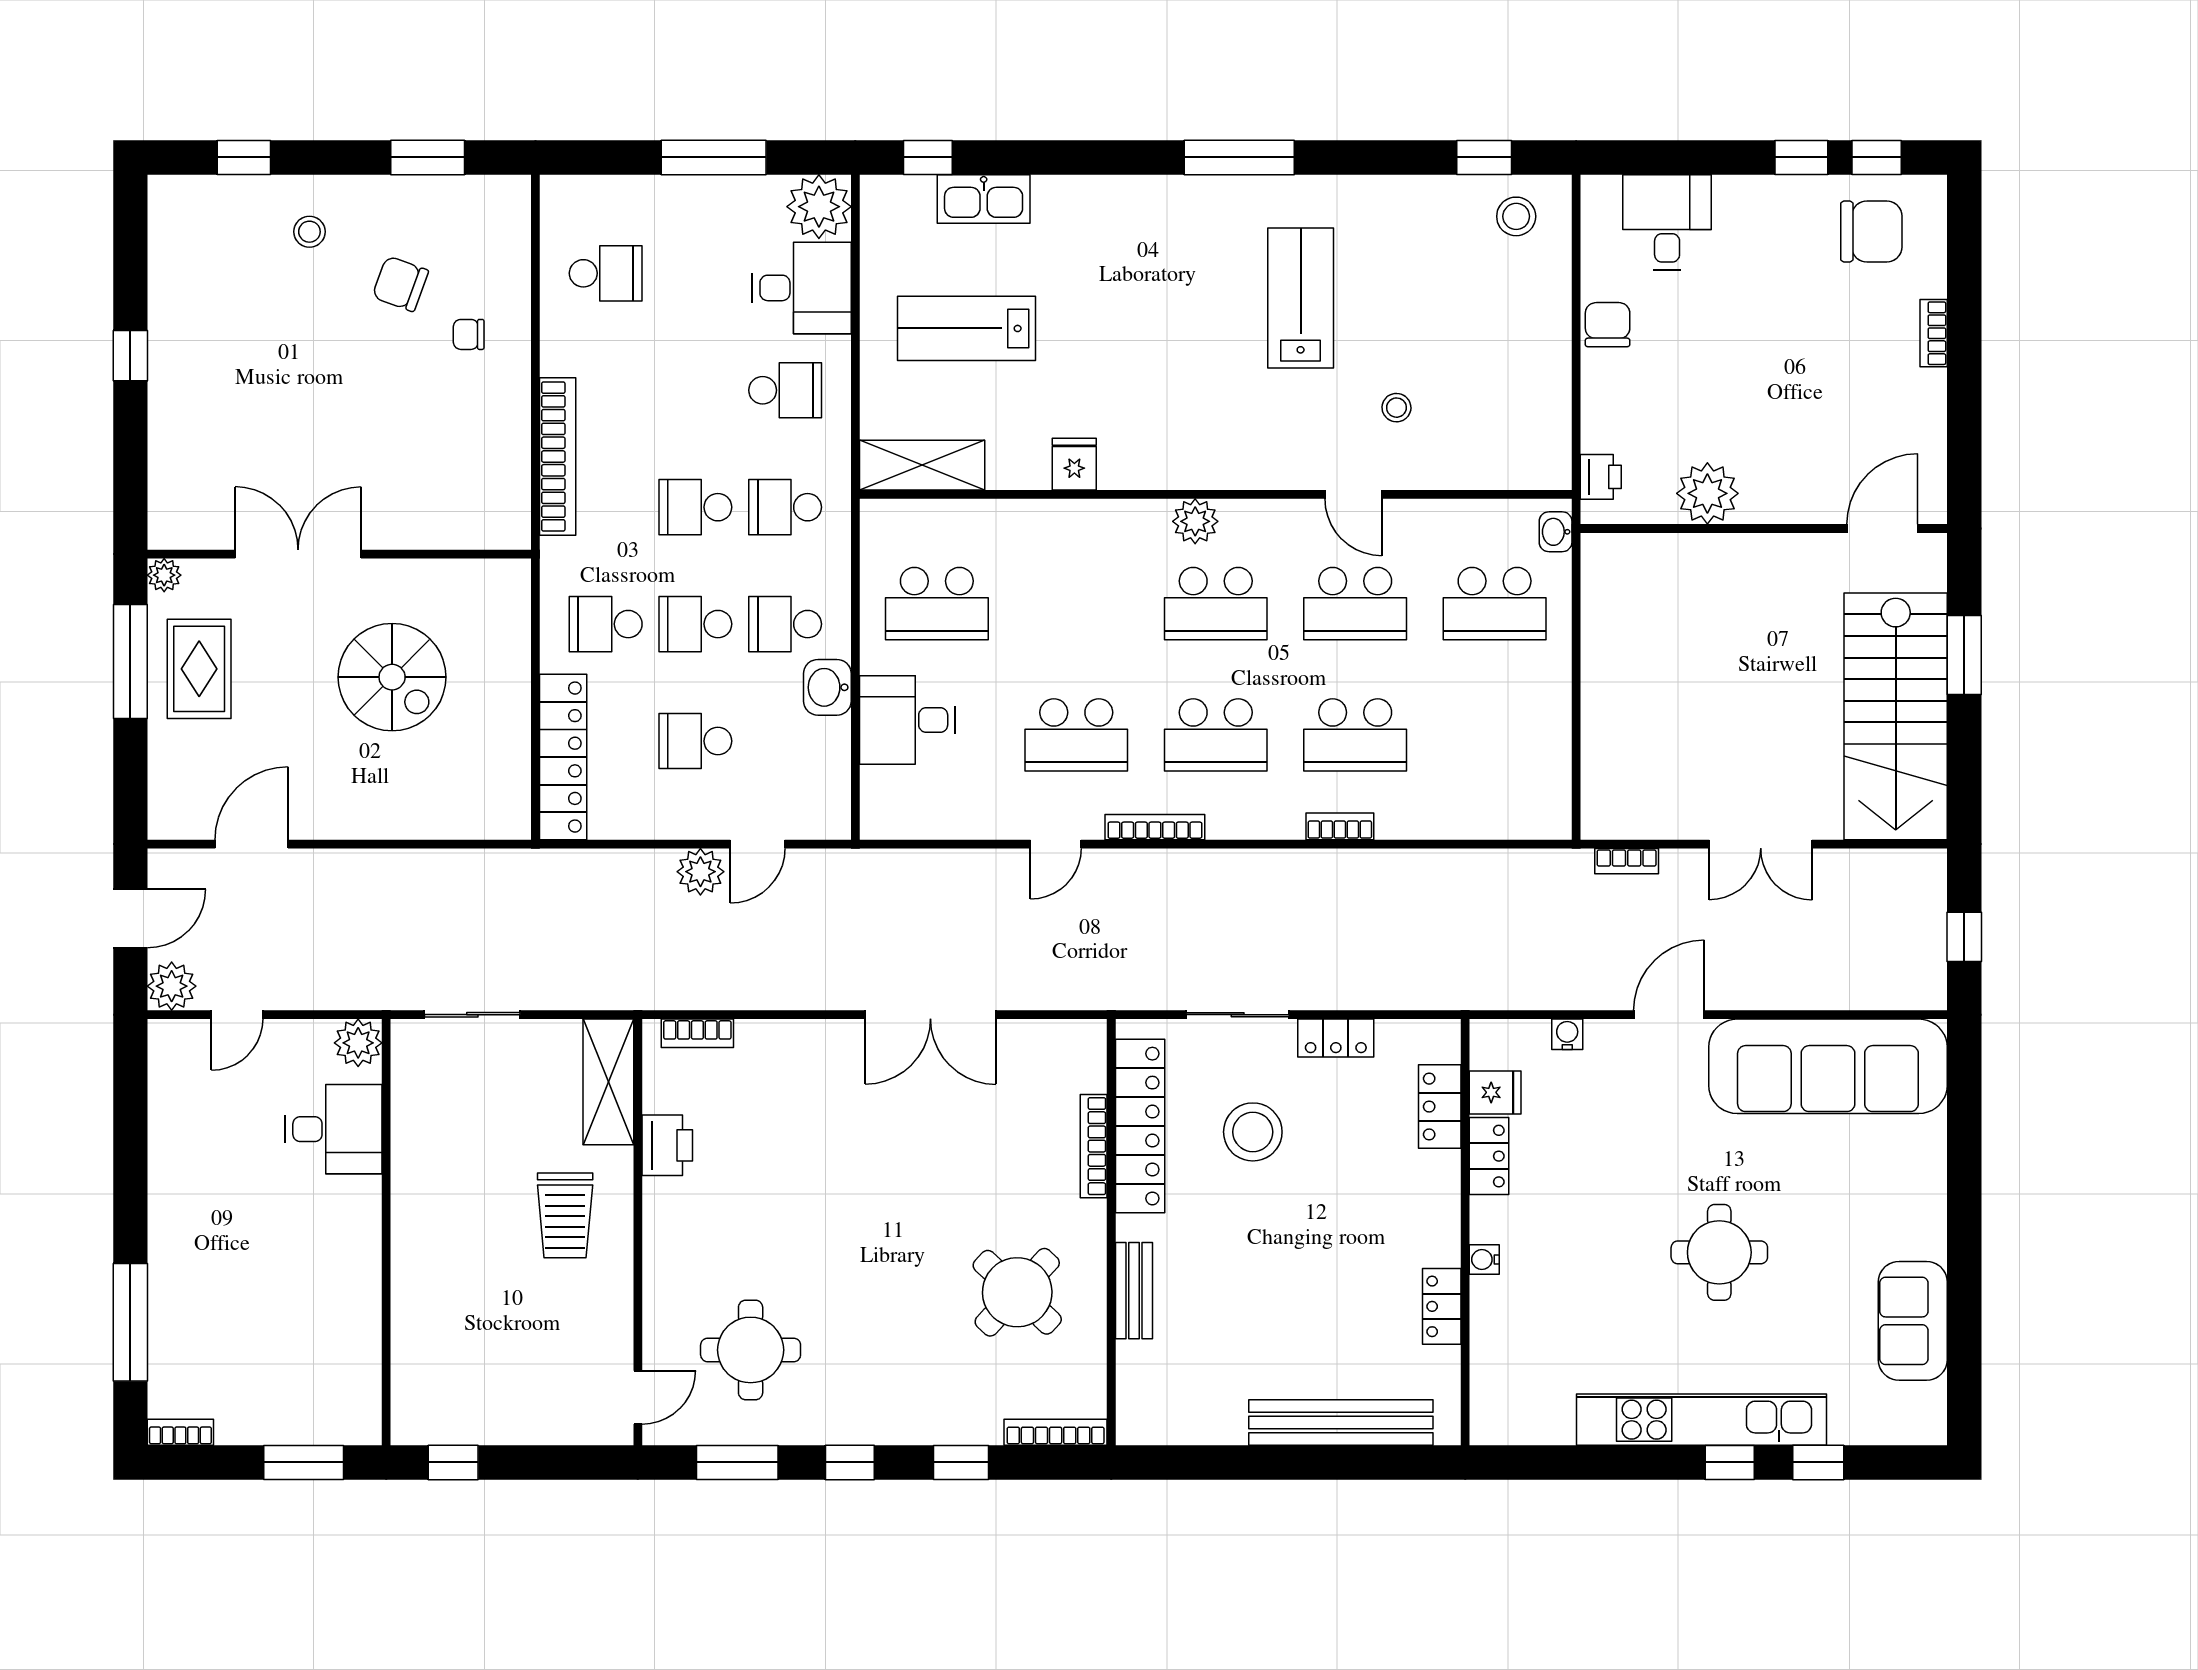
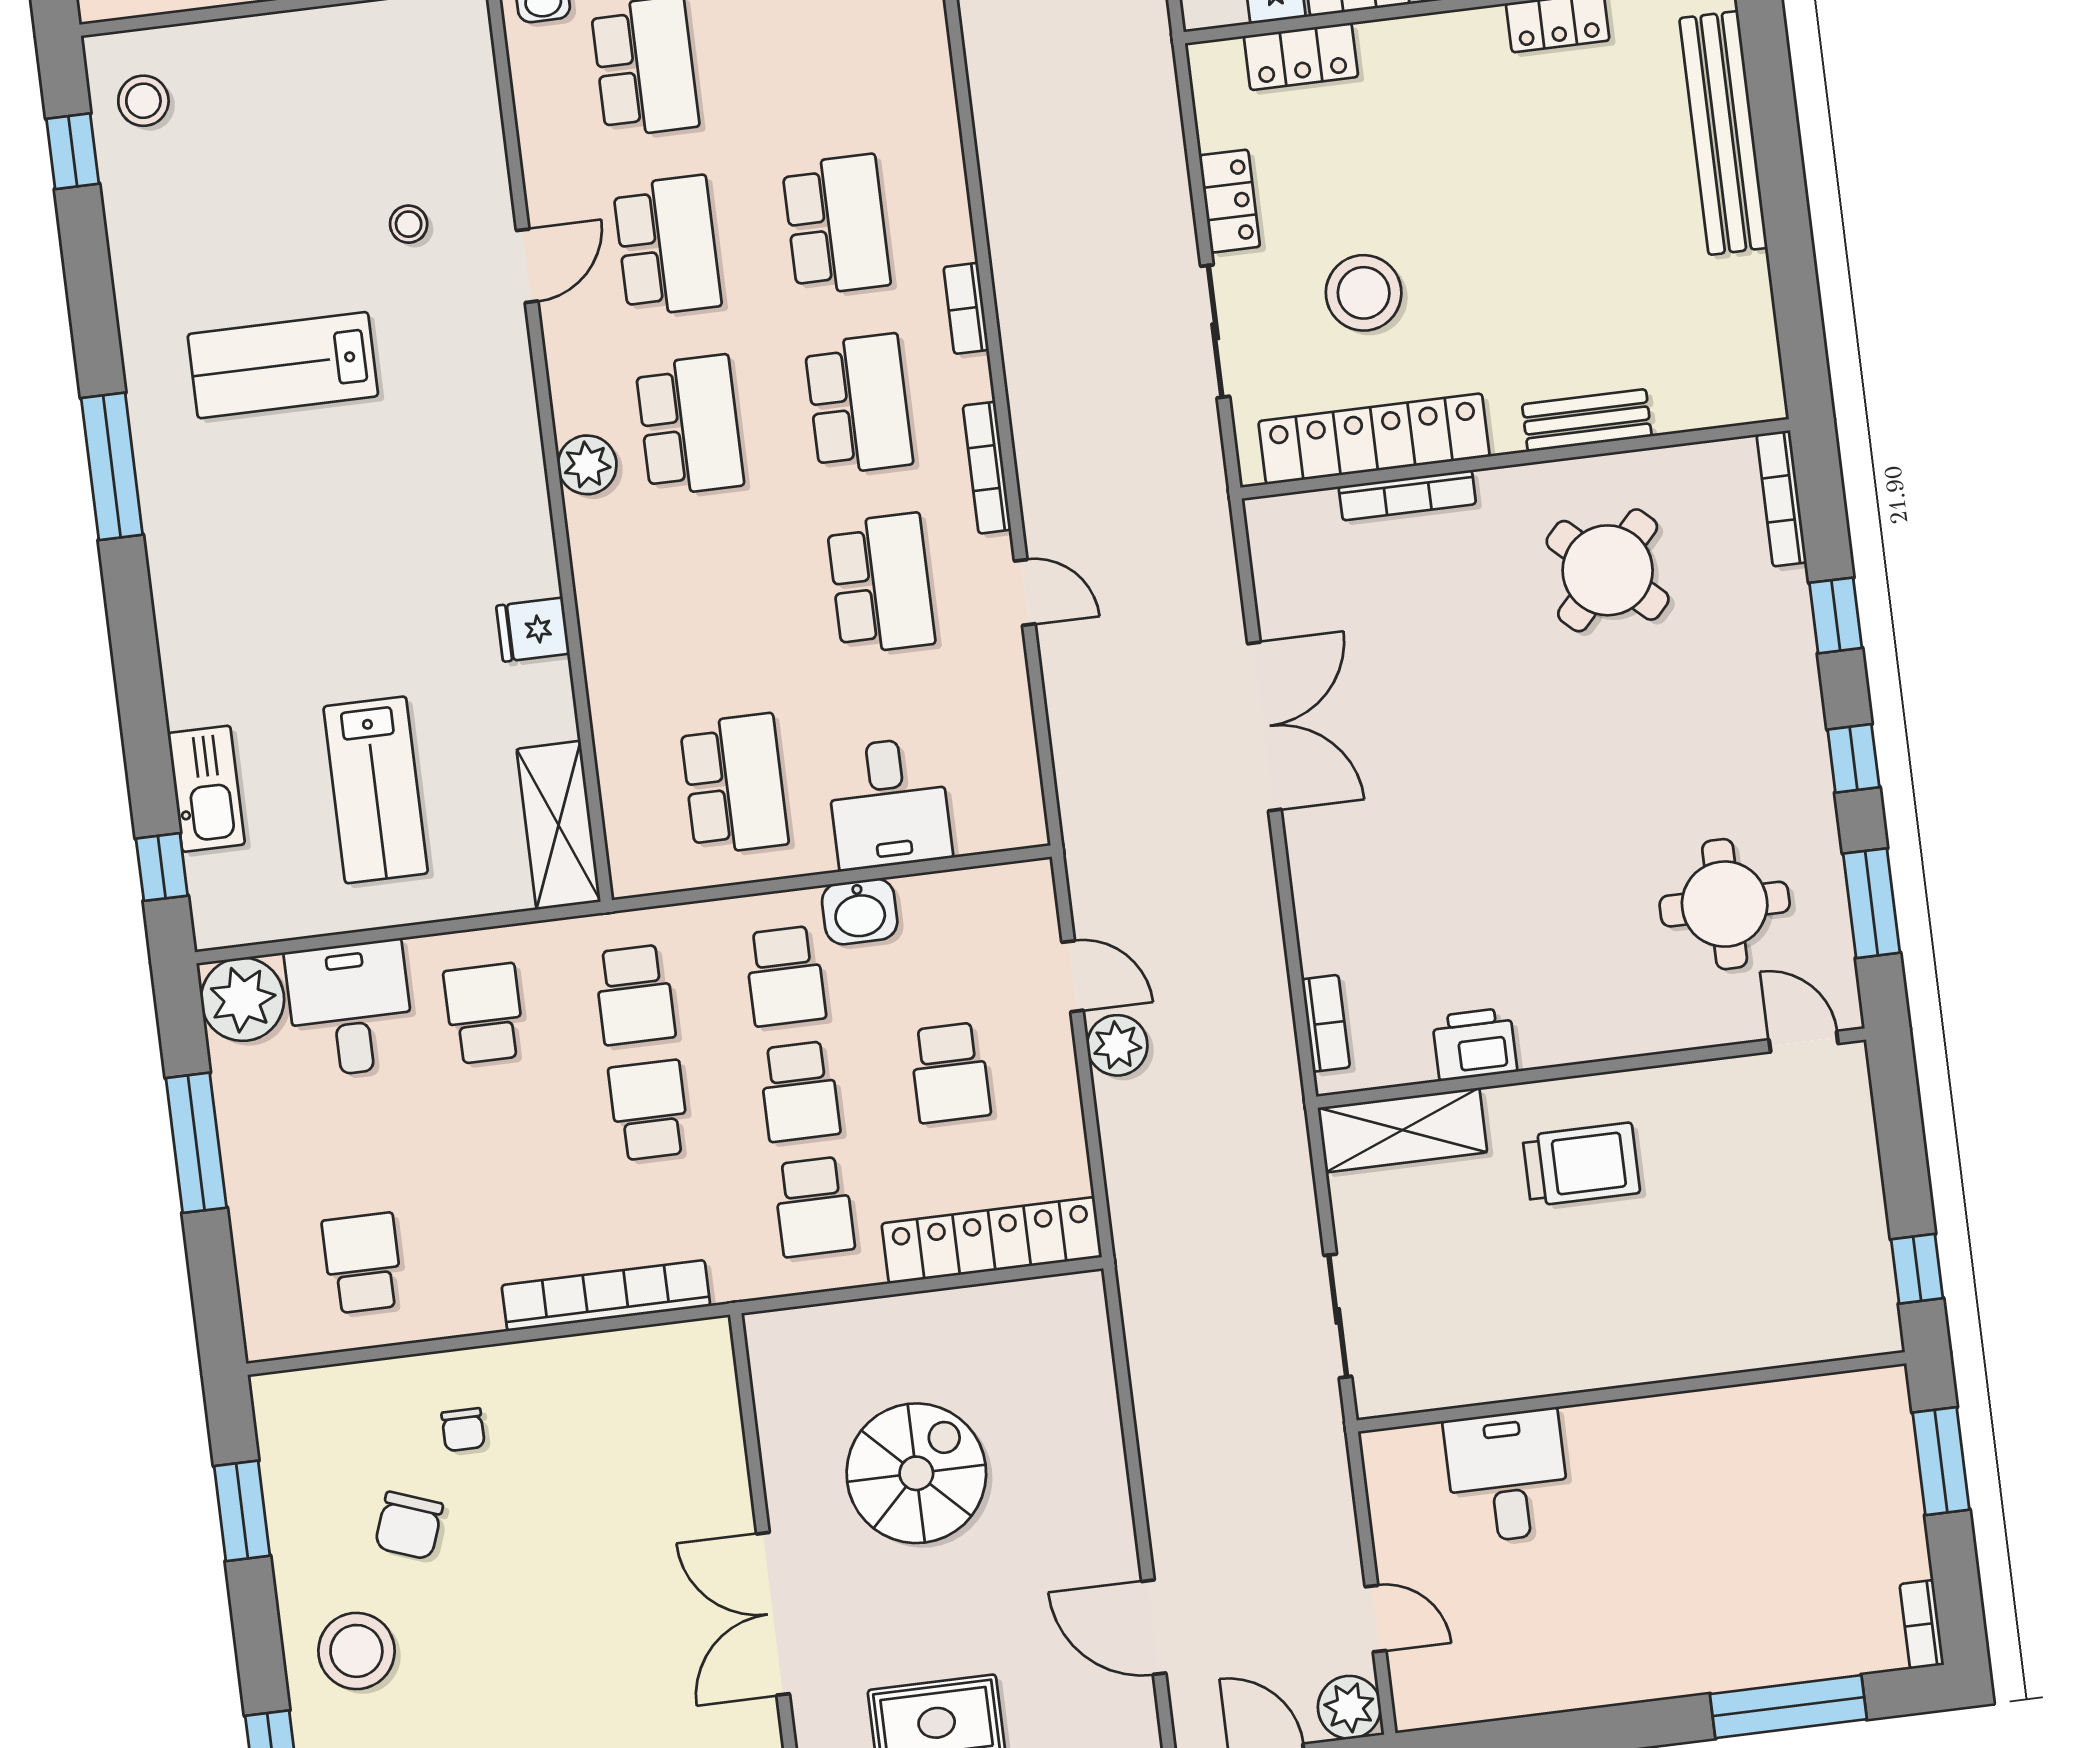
stool: (309, 232) -> (356, 1651), width x1.89, depth x1.89
school desk: (695, 507) -> (649, 1110), turned 180
bookcase: (1340, 826) -> (966, 308), moved
plant: (358, 1043) -> (1392, 1458), removed

